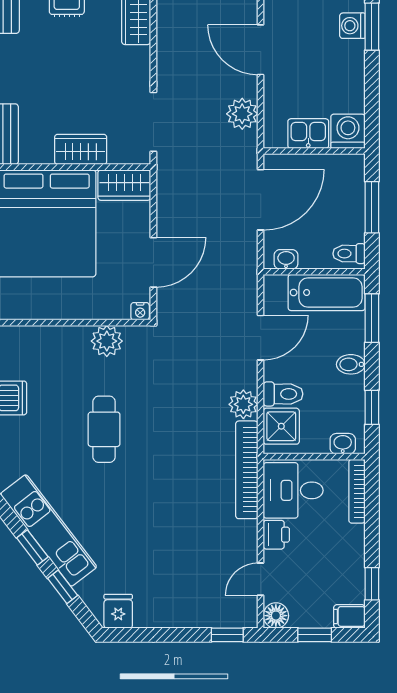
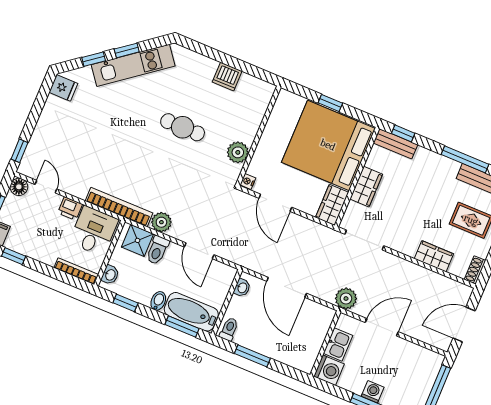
washing machine: (348, 131) -> (329, 370), moved
kitchen sink: (308, 134) -> (338, 344), moved
wall: (314, 151) -> (325, 344), moved
bathtub: (327, 293) -> (191, 312), moved, turned 90

